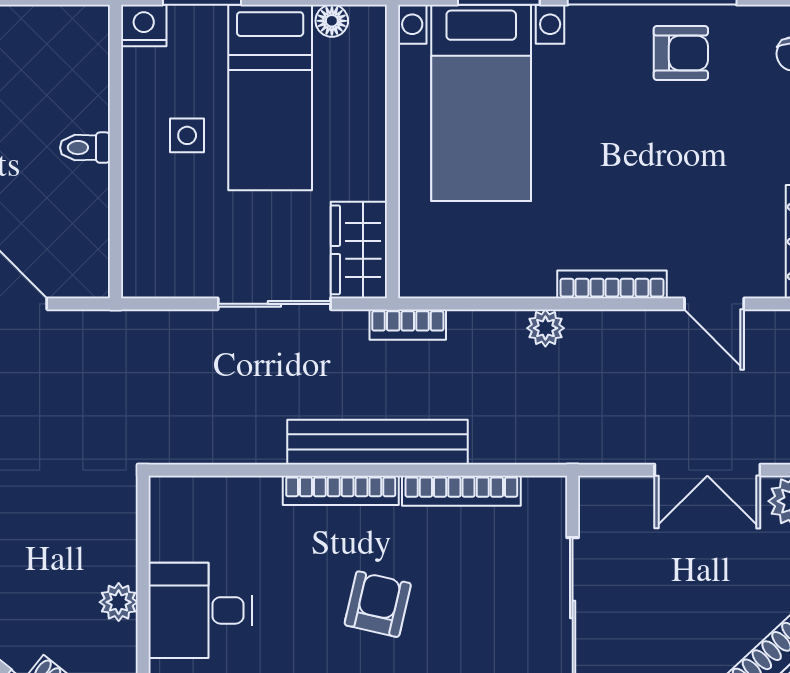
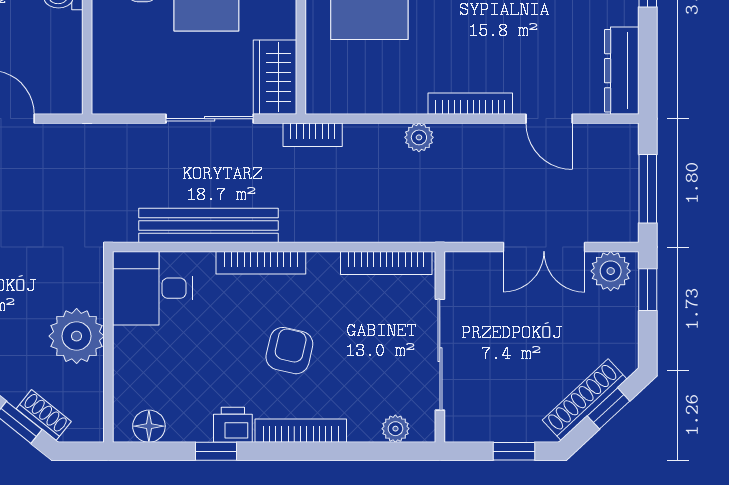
bench: (378, 442) -> (208, 225), moved
bookcase: (461, 491) -> (386, 263), moved
plant: (119, 602) -> (77, 336), width x1.88, depth x1.88
desk: (200, 610) -> (152, 288), moved

